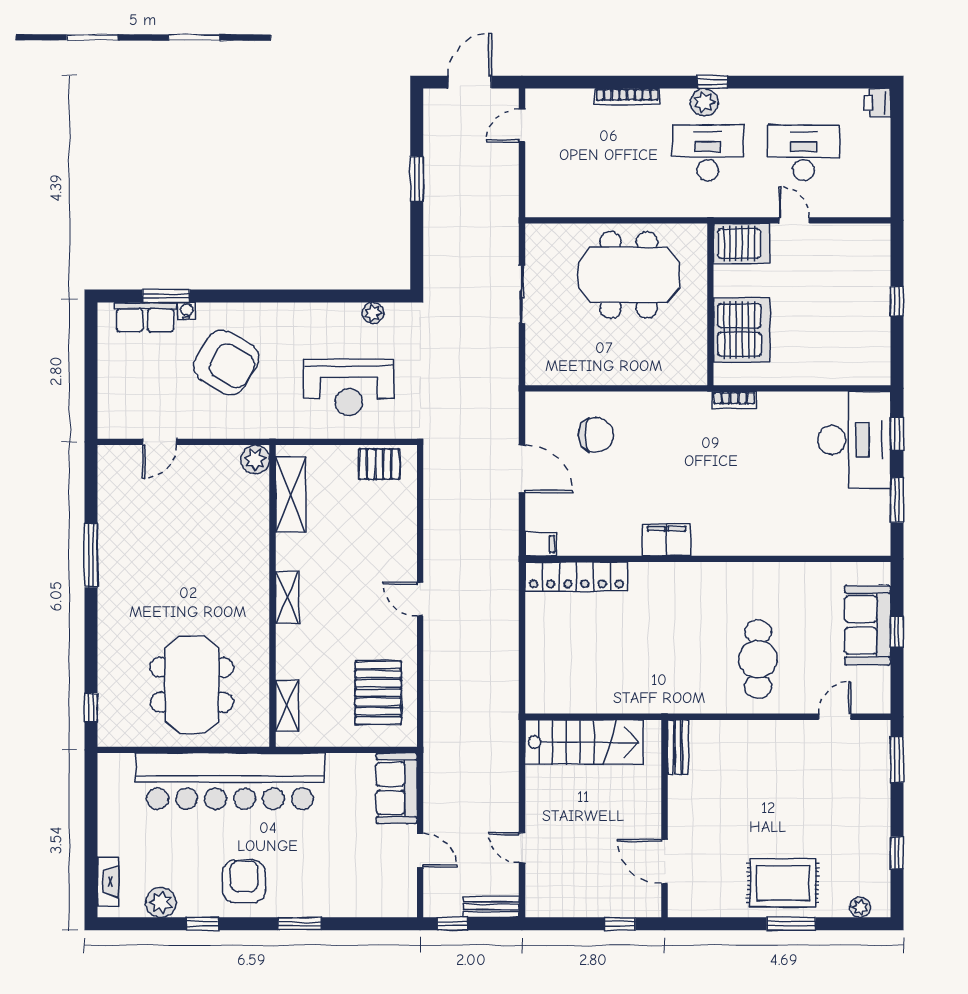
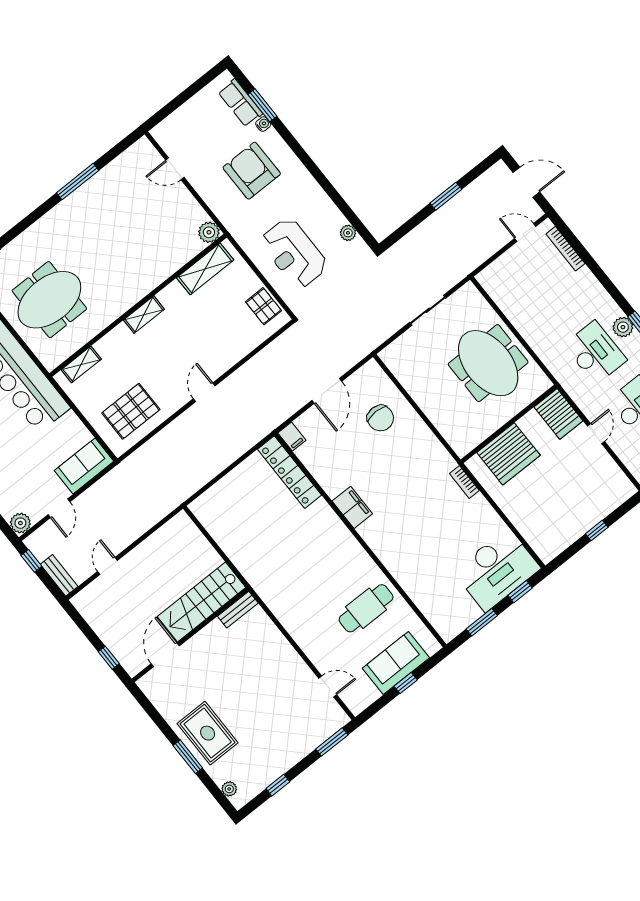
bookcase: (627, 97) -> (566, 249), moved
armchair: (226, 362) -> (252, 171), turned 149
cafe table: (758, 659) -> (366, 608), moved
stairs: (584, 742) -> (202, 602), moved, turned 90
plant: (403, 904) -> (20, 523), added

